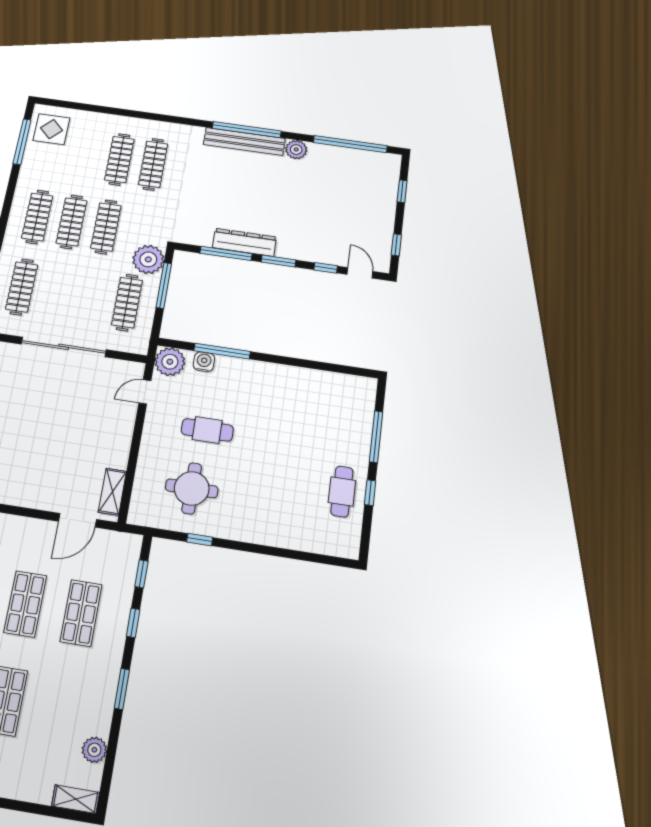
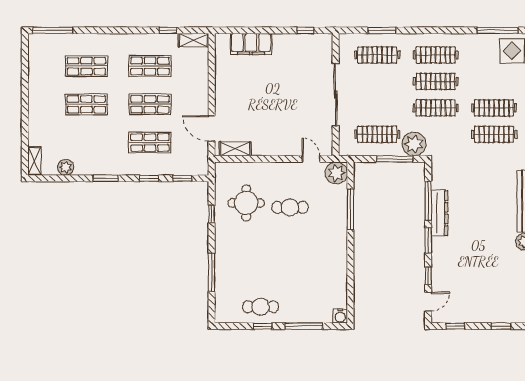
water cooler: (204, 362) -> (340, 316), moved, turned 90
cafe table: (207, 430) -> (290, 207), turned 90
window: (284, 553) -> (212, 272), added

